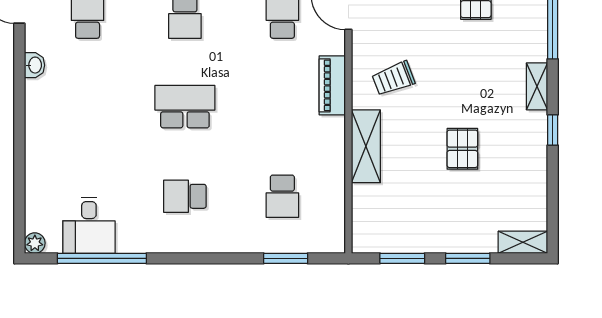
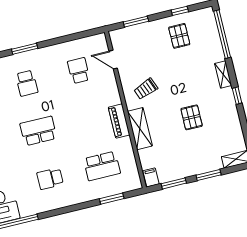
piano: (332, 85) -> (119, 121), moved
school desk: (282, 196) -> (102, 166), width x1.85
filing cabinet: (365, 238) -> (151, 177), added

